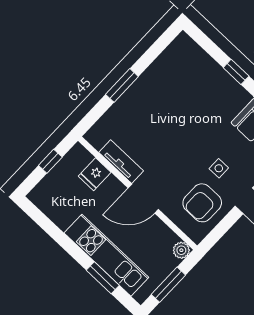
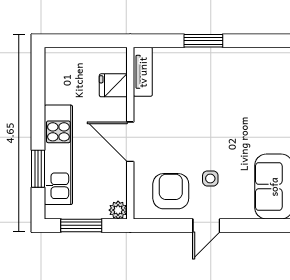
window: (50, 161) -> (91, 41), removed
tv unit: (121, 162) -> (143, 72), moved
armchair: (202, 203) -> (171, 191), turned 90

